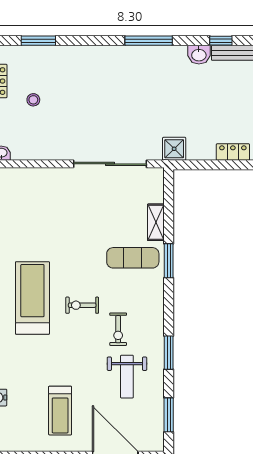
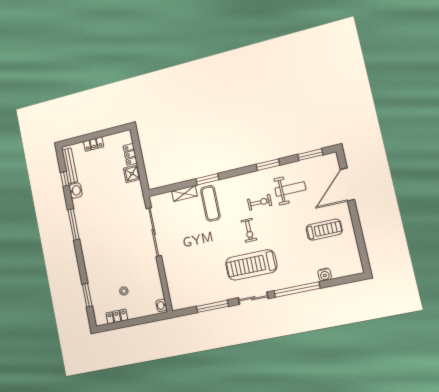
shower: (174, 149) -> (132, 174), moved

